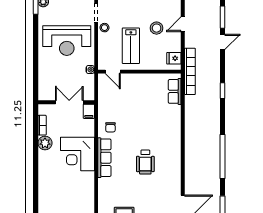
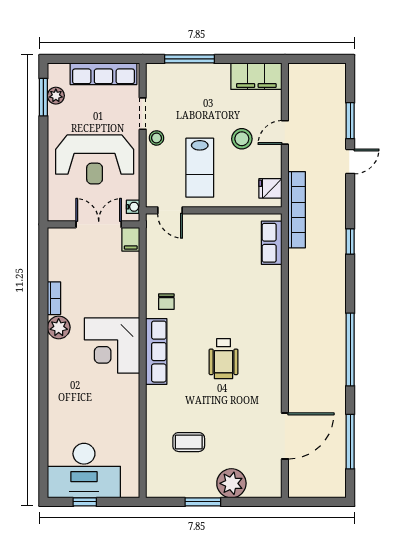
wall: (66, 102) -> (94, 224), moved
double door: (69, 102) -> (99, 224), moved
filing cabinet: (89, 111) -> (131, 239), moved

